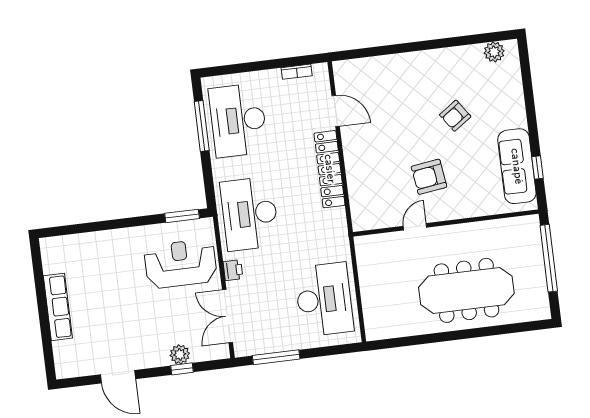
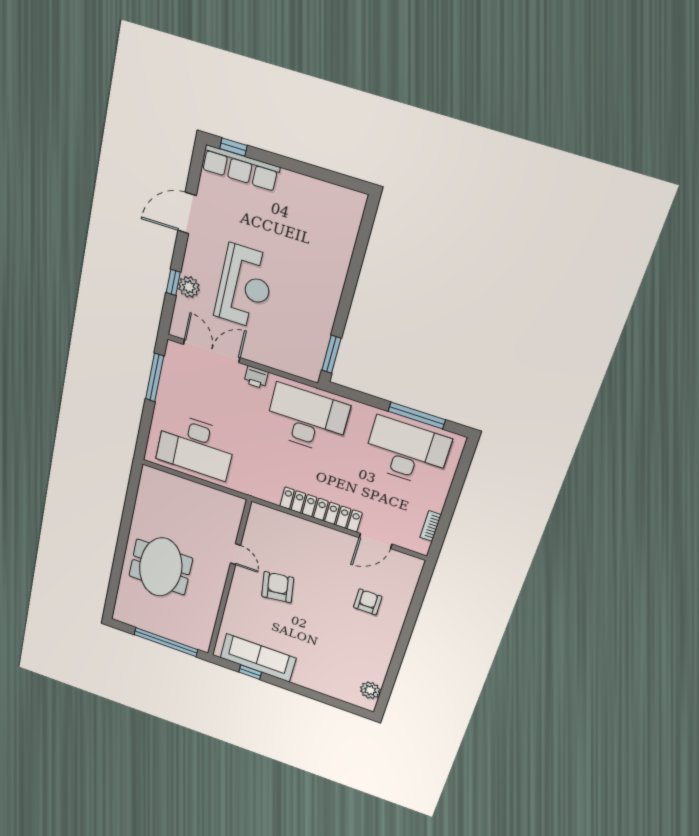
armchair: (455, 116) -> (368, 602), moved, turned 35
reception desk: (180, 264) -> (245, 287), moved
meeting table: (466, 290) -> (161, 567), width x0.73
row of seats: (58, 307) -> (240, 168), moved
window: (49, 357) -> (233, 147), added

